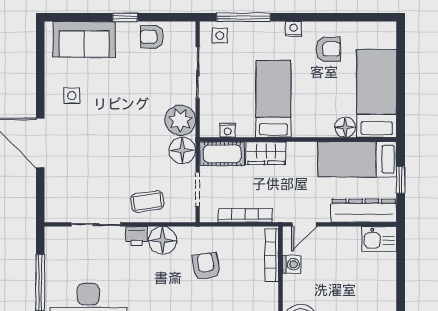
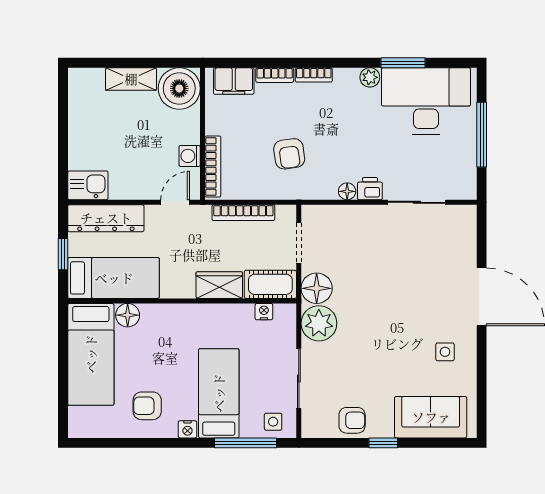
bed: (273, 99) -> (219, 393), moved, turned 180
coffee table: (147, 201) -> (357, 229), removed
floor lamp: (163, 240) -> (347, 191), width x0.53, depth x0.53

